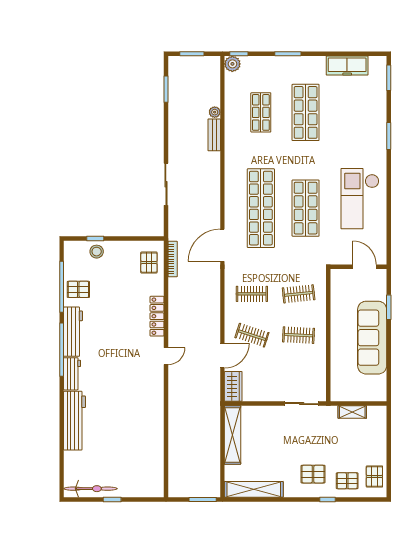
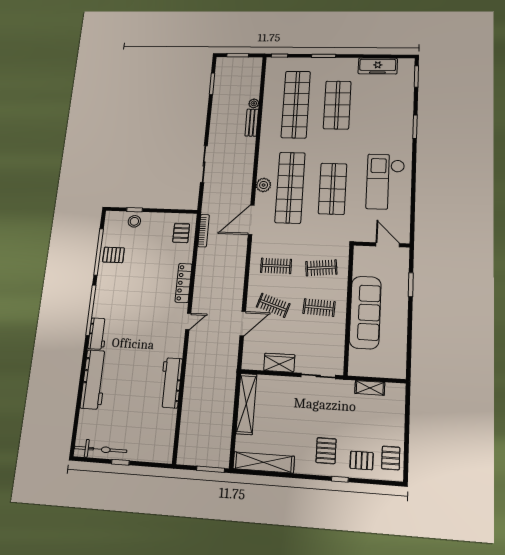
plant: (232, 64) -> (264, 185), moved
shop shelf: (261, 112) -> (296, 104), width x2.00, depth x1.36
workbench: (73, 332) -> (171, 383), moved, turned 180
sofa: (372, 338) -> (365, 312), moved, turned 180
wardrobe: (233, 386) -> (279, 363), moved, turned -90
pallet: (313, 474) -> (326, 451), turned 90

